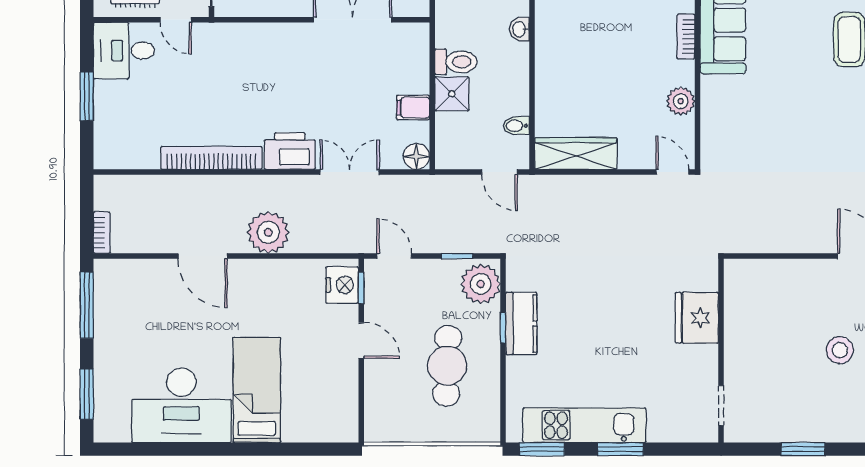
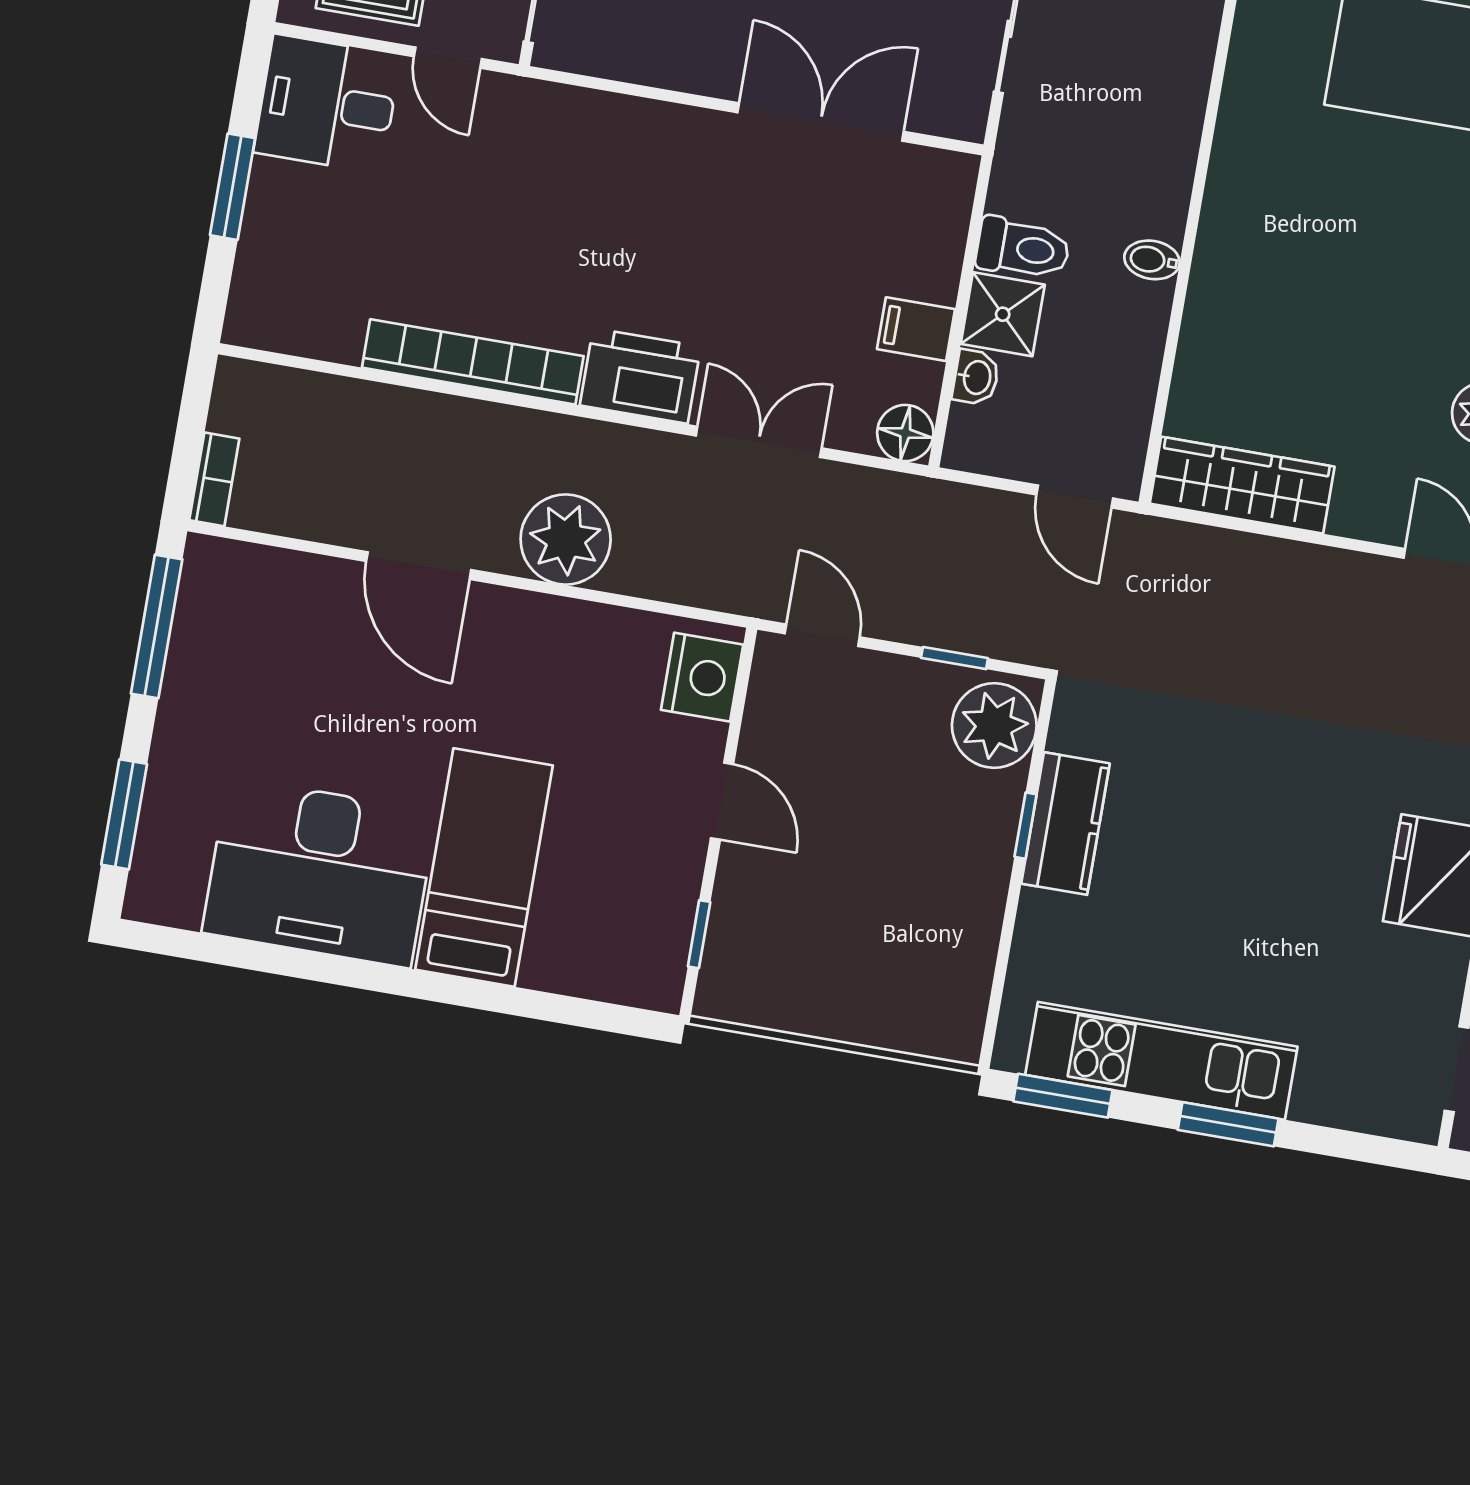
washbasin: (520, 29) -> (976, 377), moved, turned 180
bidet: (516, 126) -> (1152, 260), moved
window: (361, 288) -> (699, 934), moved
cafe table: (447, 366) -> (894, 885), removed

